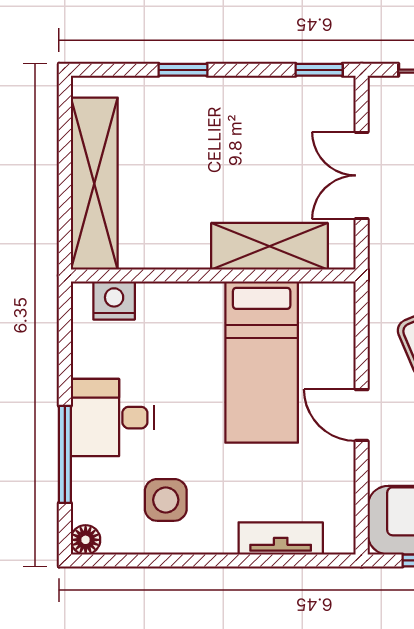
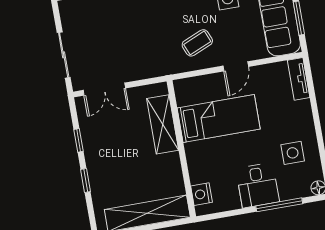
window: (319, 70) -> (79, 140), moved
double door: (362, 175) -> (104, 89), moved
tv unit: (281, 538) -> (299, 79), moved

